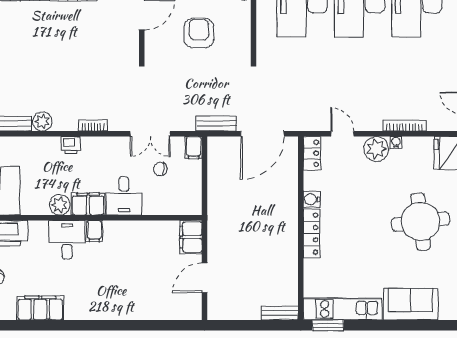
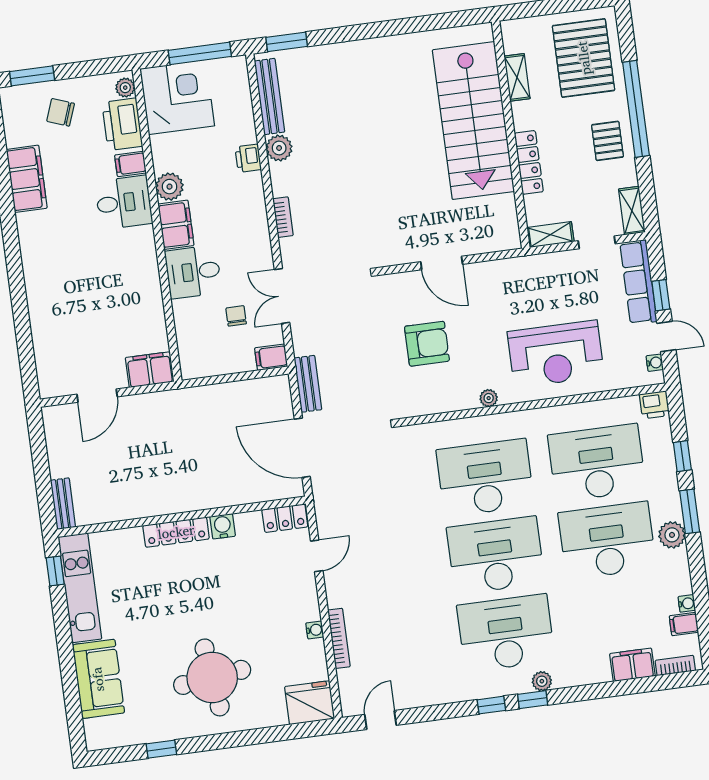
printer: (71, 145) -> (248, 158), moved
plant: (376, 149) -> (302, 604), removed
filing cabinet: (94, 231) -> (130, 164), moved
door: (205, 278) -> (97, 396), swing flipped
window: (328, 325) -> (55, 571), width x0.67

